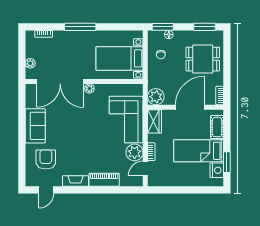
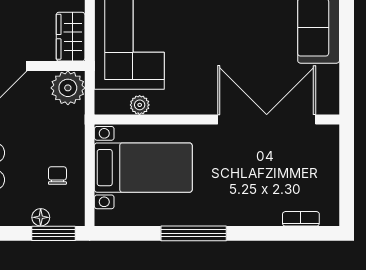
window: (80, 27) -> (194, 233), moved
plant: (30, 63) -> (329, 157), removed
plant: (89, 89) -> (140, 105), moved

